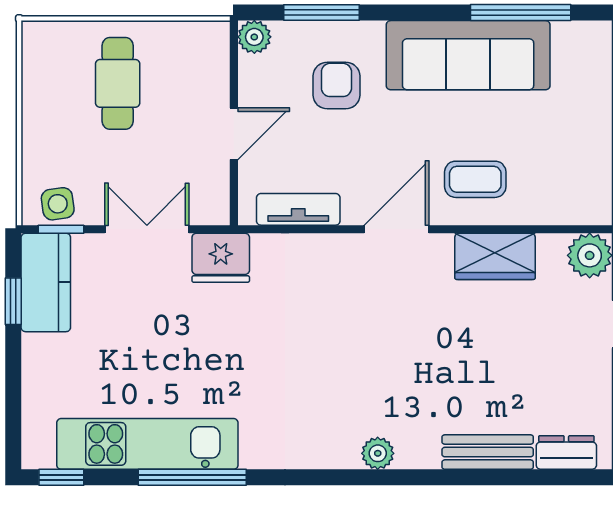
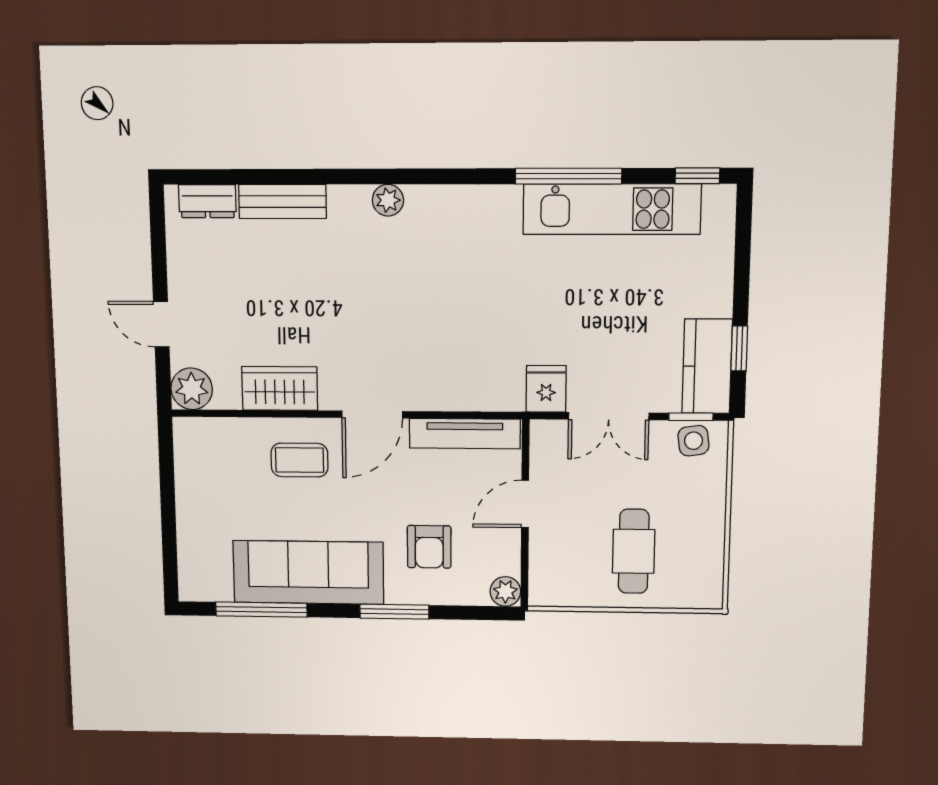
window: (321, 13) -> (394, 612), moved
tv unit: (298, 209) -> (465, 434), width x1.41
fridge: (221, 258) -> (546, 389), width x0.72

